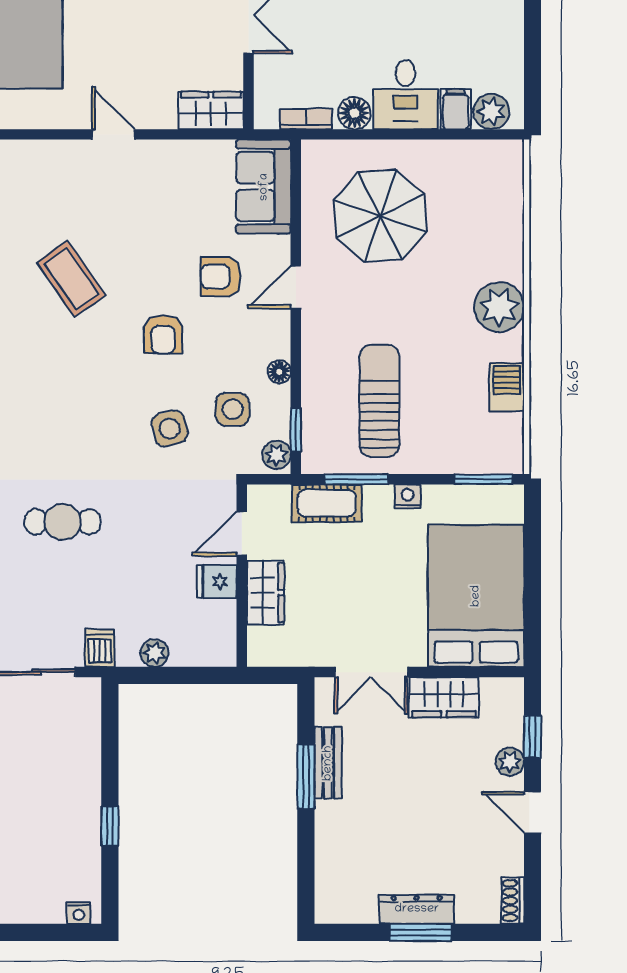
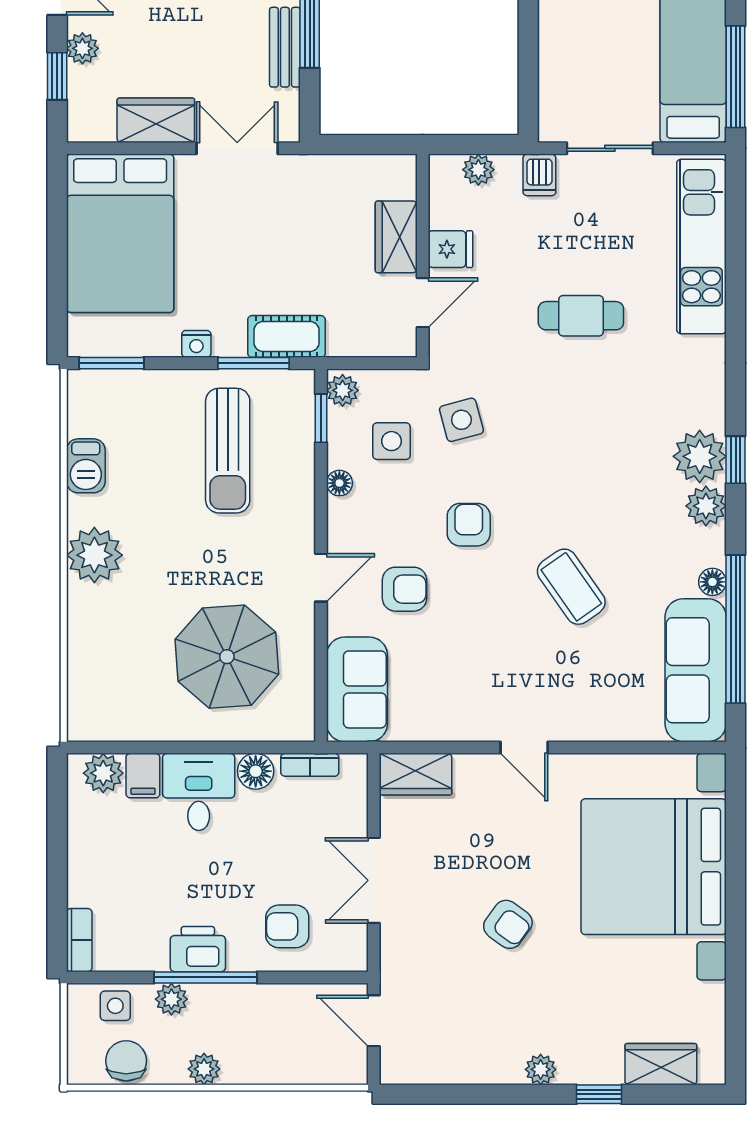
door: (242, 534) -> (423, 303), moved
wall: (242, 576) -> (423, 256), moved
fridge: (217, 582) -> (451, 249), moved
wardrobe: (265, 593) -> (396, 237), moved

